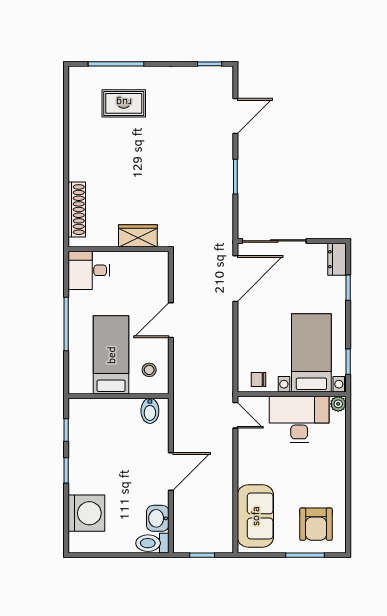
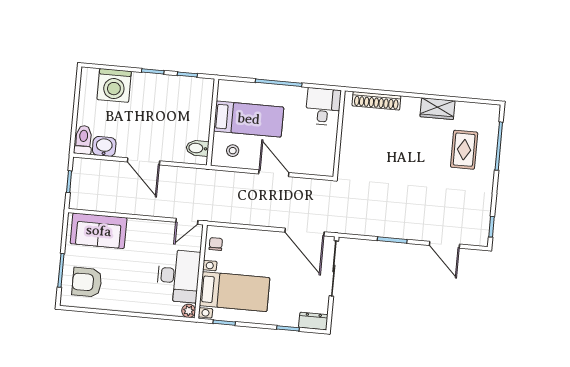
wardrobe: (138, 236) -> (438, 109), moved, turned 90

